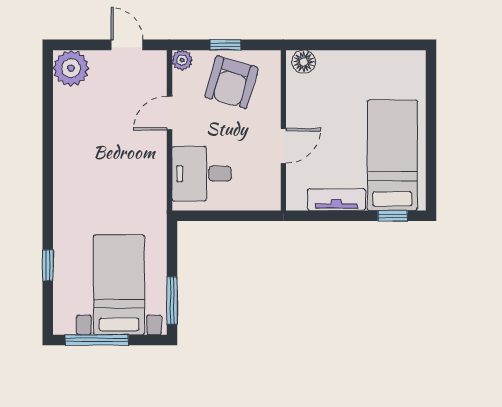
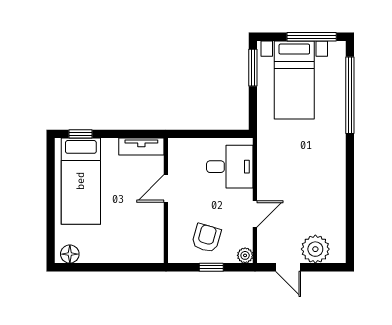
floor lamp: (304, 62) -> (70, 254), moved
plant: (71, 68) -> (315, 249), moved
armchair: (232, 82) -> (206, 238), width x0.72, depth x0.72
tv unit: (336, 200) -> (141, 146), moved
window: (48, 265) -> (350, 95), width x3.17

